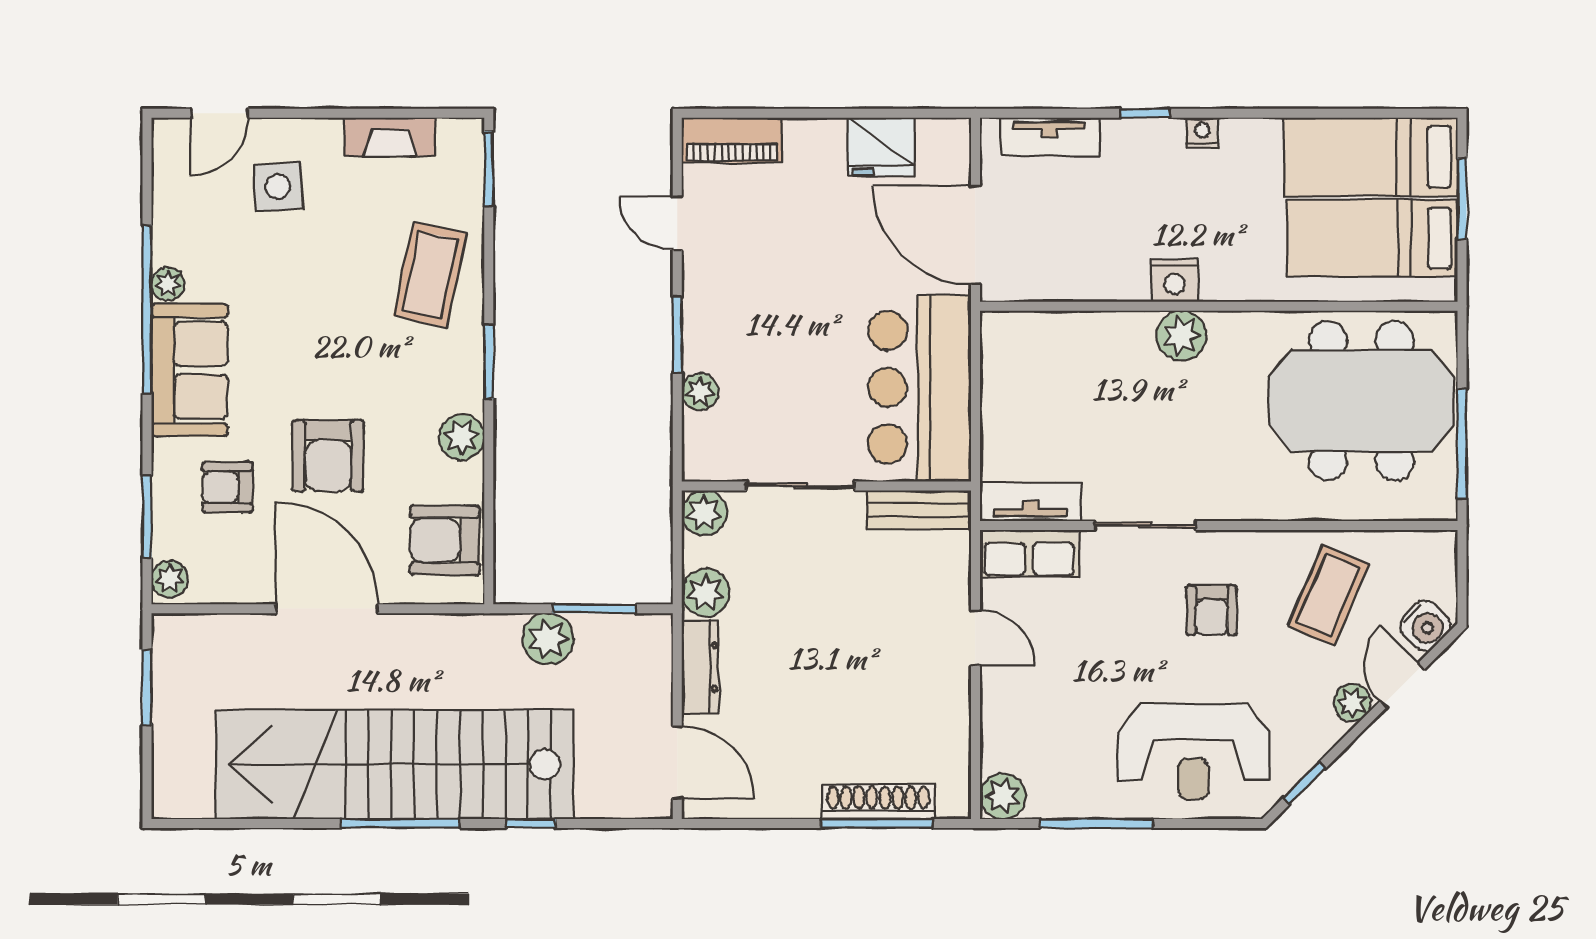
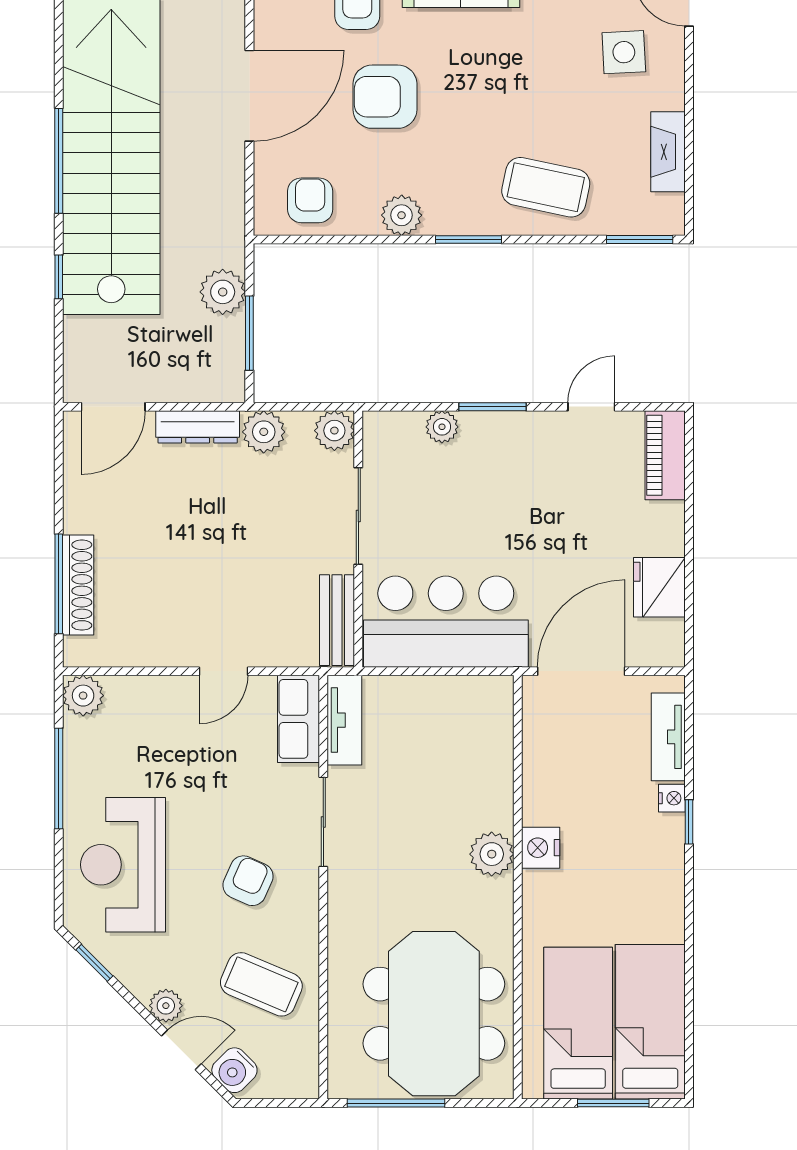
nightstand: (1202, 133) -> (672, 798), moved
armchair: (445, 540) -> (310, 200), width x0.72, depth x0.72
armchair: (1212, 610) -> (248, 881), turned 114

